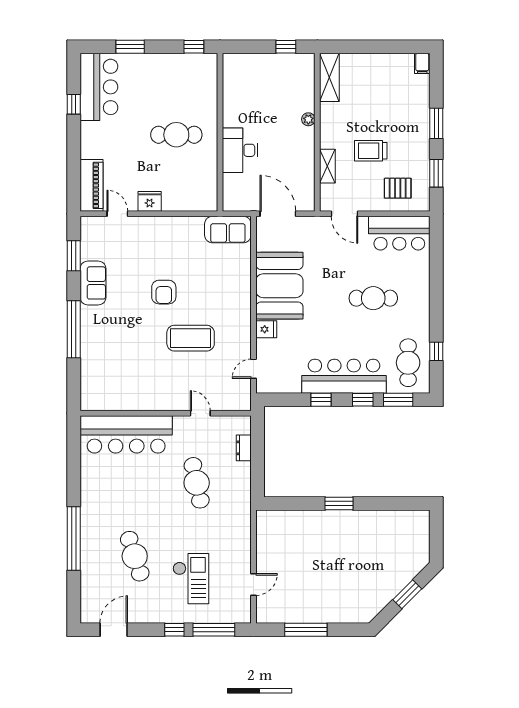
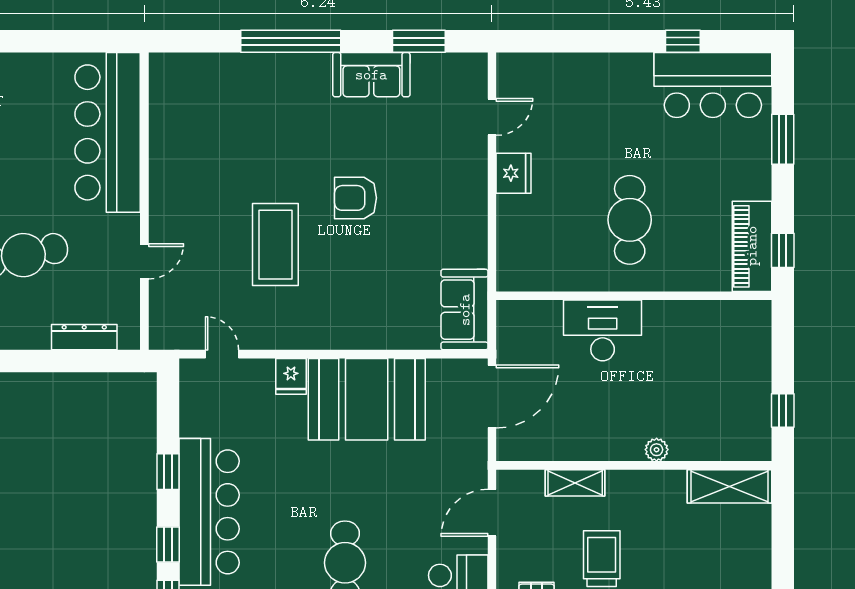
piano: (92, 185) -> (752, 246), moved, turned 90
dresser: (244, 448) -> (84, 337), width x1.44

